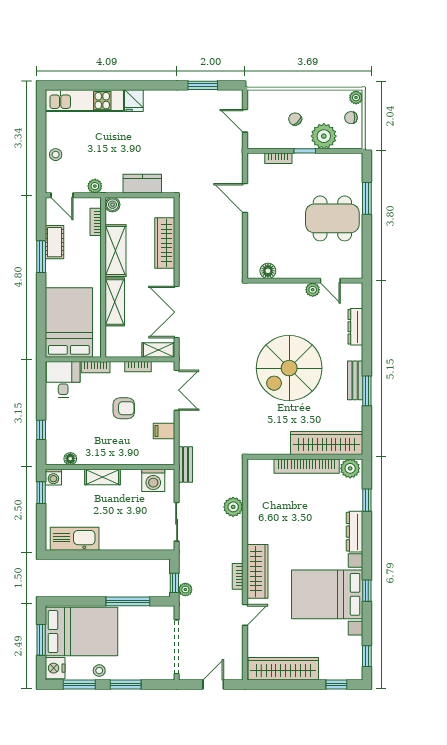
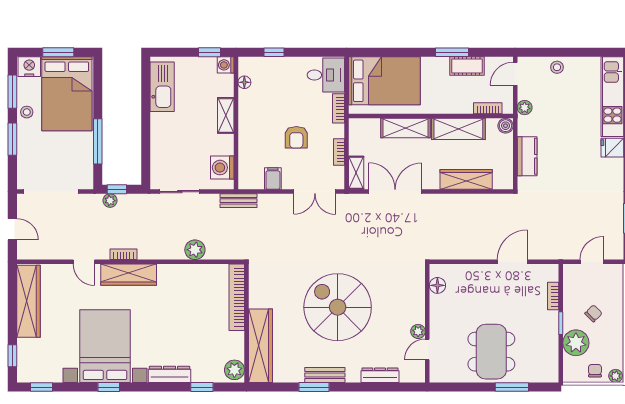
bookcase: (307, 466) -> (237, 297), moved

